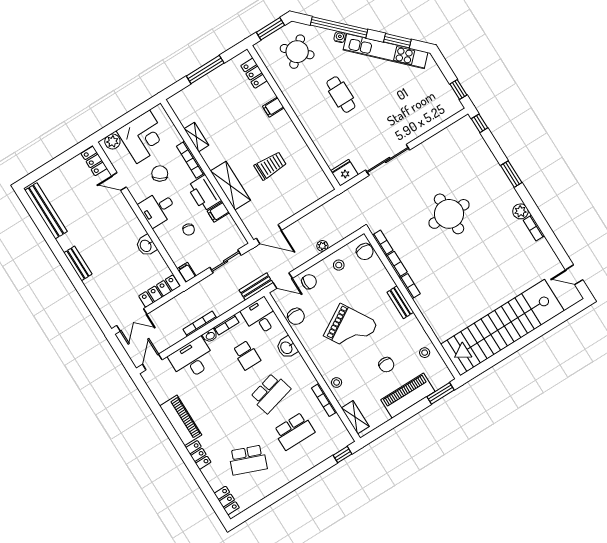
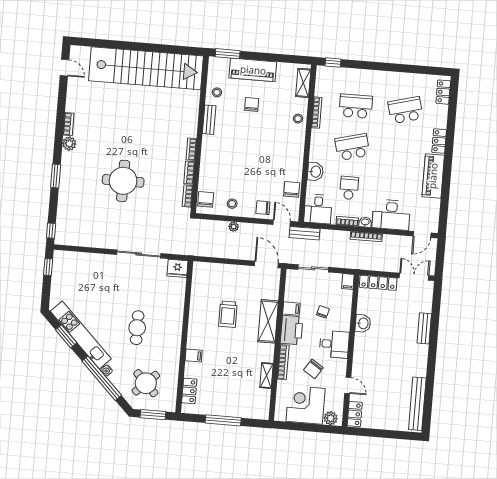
trolley: (270, 166) -> (228, 314), turned -90
bench: (78, 263) -> (424, 328), moved
bench: (400, 302) -> (209, 120), moved
grand piano: (351, 329) -> (258, 150), removed
school desk: (248, 460) -> (405, 110), turned -36

